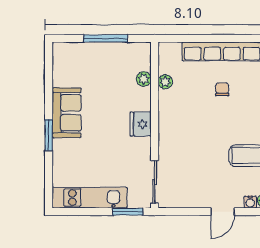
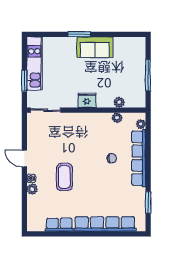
plant: (174, 49) -> (141, 124), added
window: (128, 212) -> (24, 81), moved

